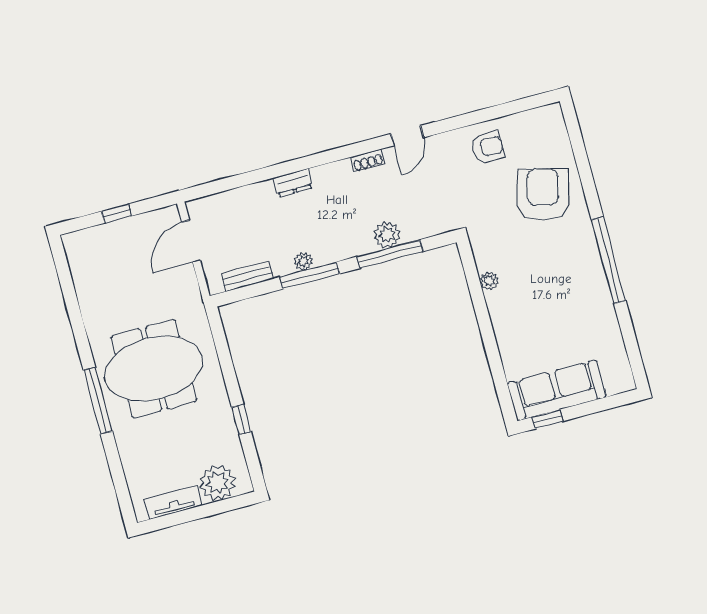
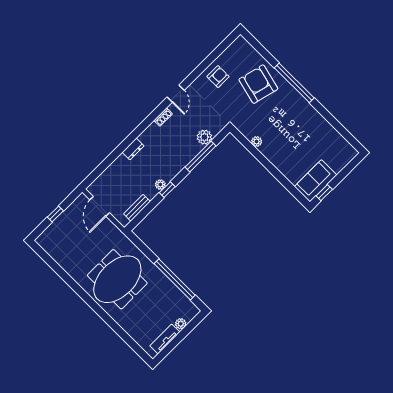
plant: (387, 235) -> (204, 137), moved
window: (609, 260) -> (294, 83), moved
window: (310, 275) -> (167, 190), width x0.46
sofa: (557, 390) -> (316, 181), width x0.73
window: (98, 401) -> (99, 311), removed
window: (241, 420) -> (175, 279), width x3.17
plant: (217, 483) -> (181, 324), width x0.53, depth x0.53

